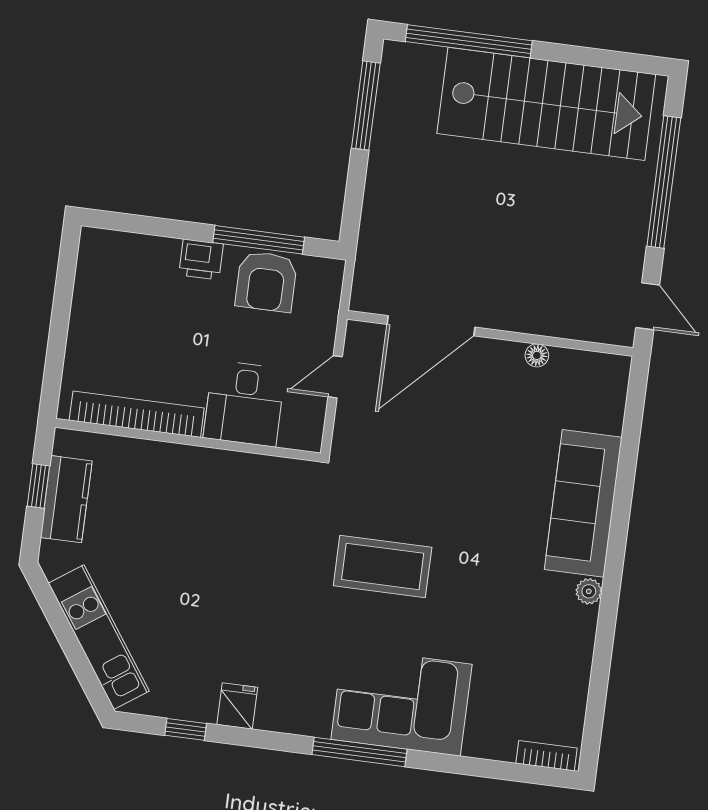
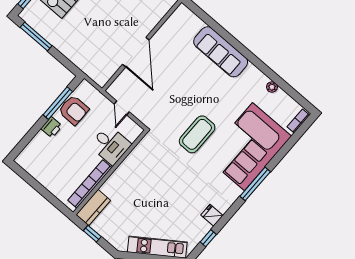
door: (431, 326) -> (136, 52), moved
floor lamp: (537, 355) -> (160, 34), removed
kitchen counter: (66, 499) -> (93, 208), moved, turned 90
plant: (589, 591) -> (272, 87), moved
corner sofa: (401, 702) -> (249, 147), width x1.36, depth x1.36

